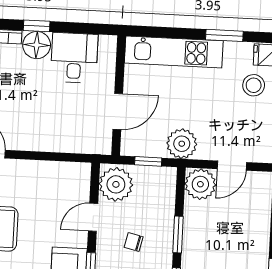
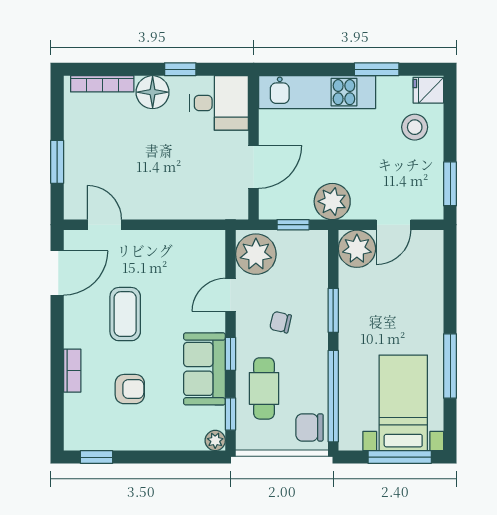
window: (37, 26) -> (180, 69), moved
desk: (74, 58) -> (219, 103), moved, turned 90

